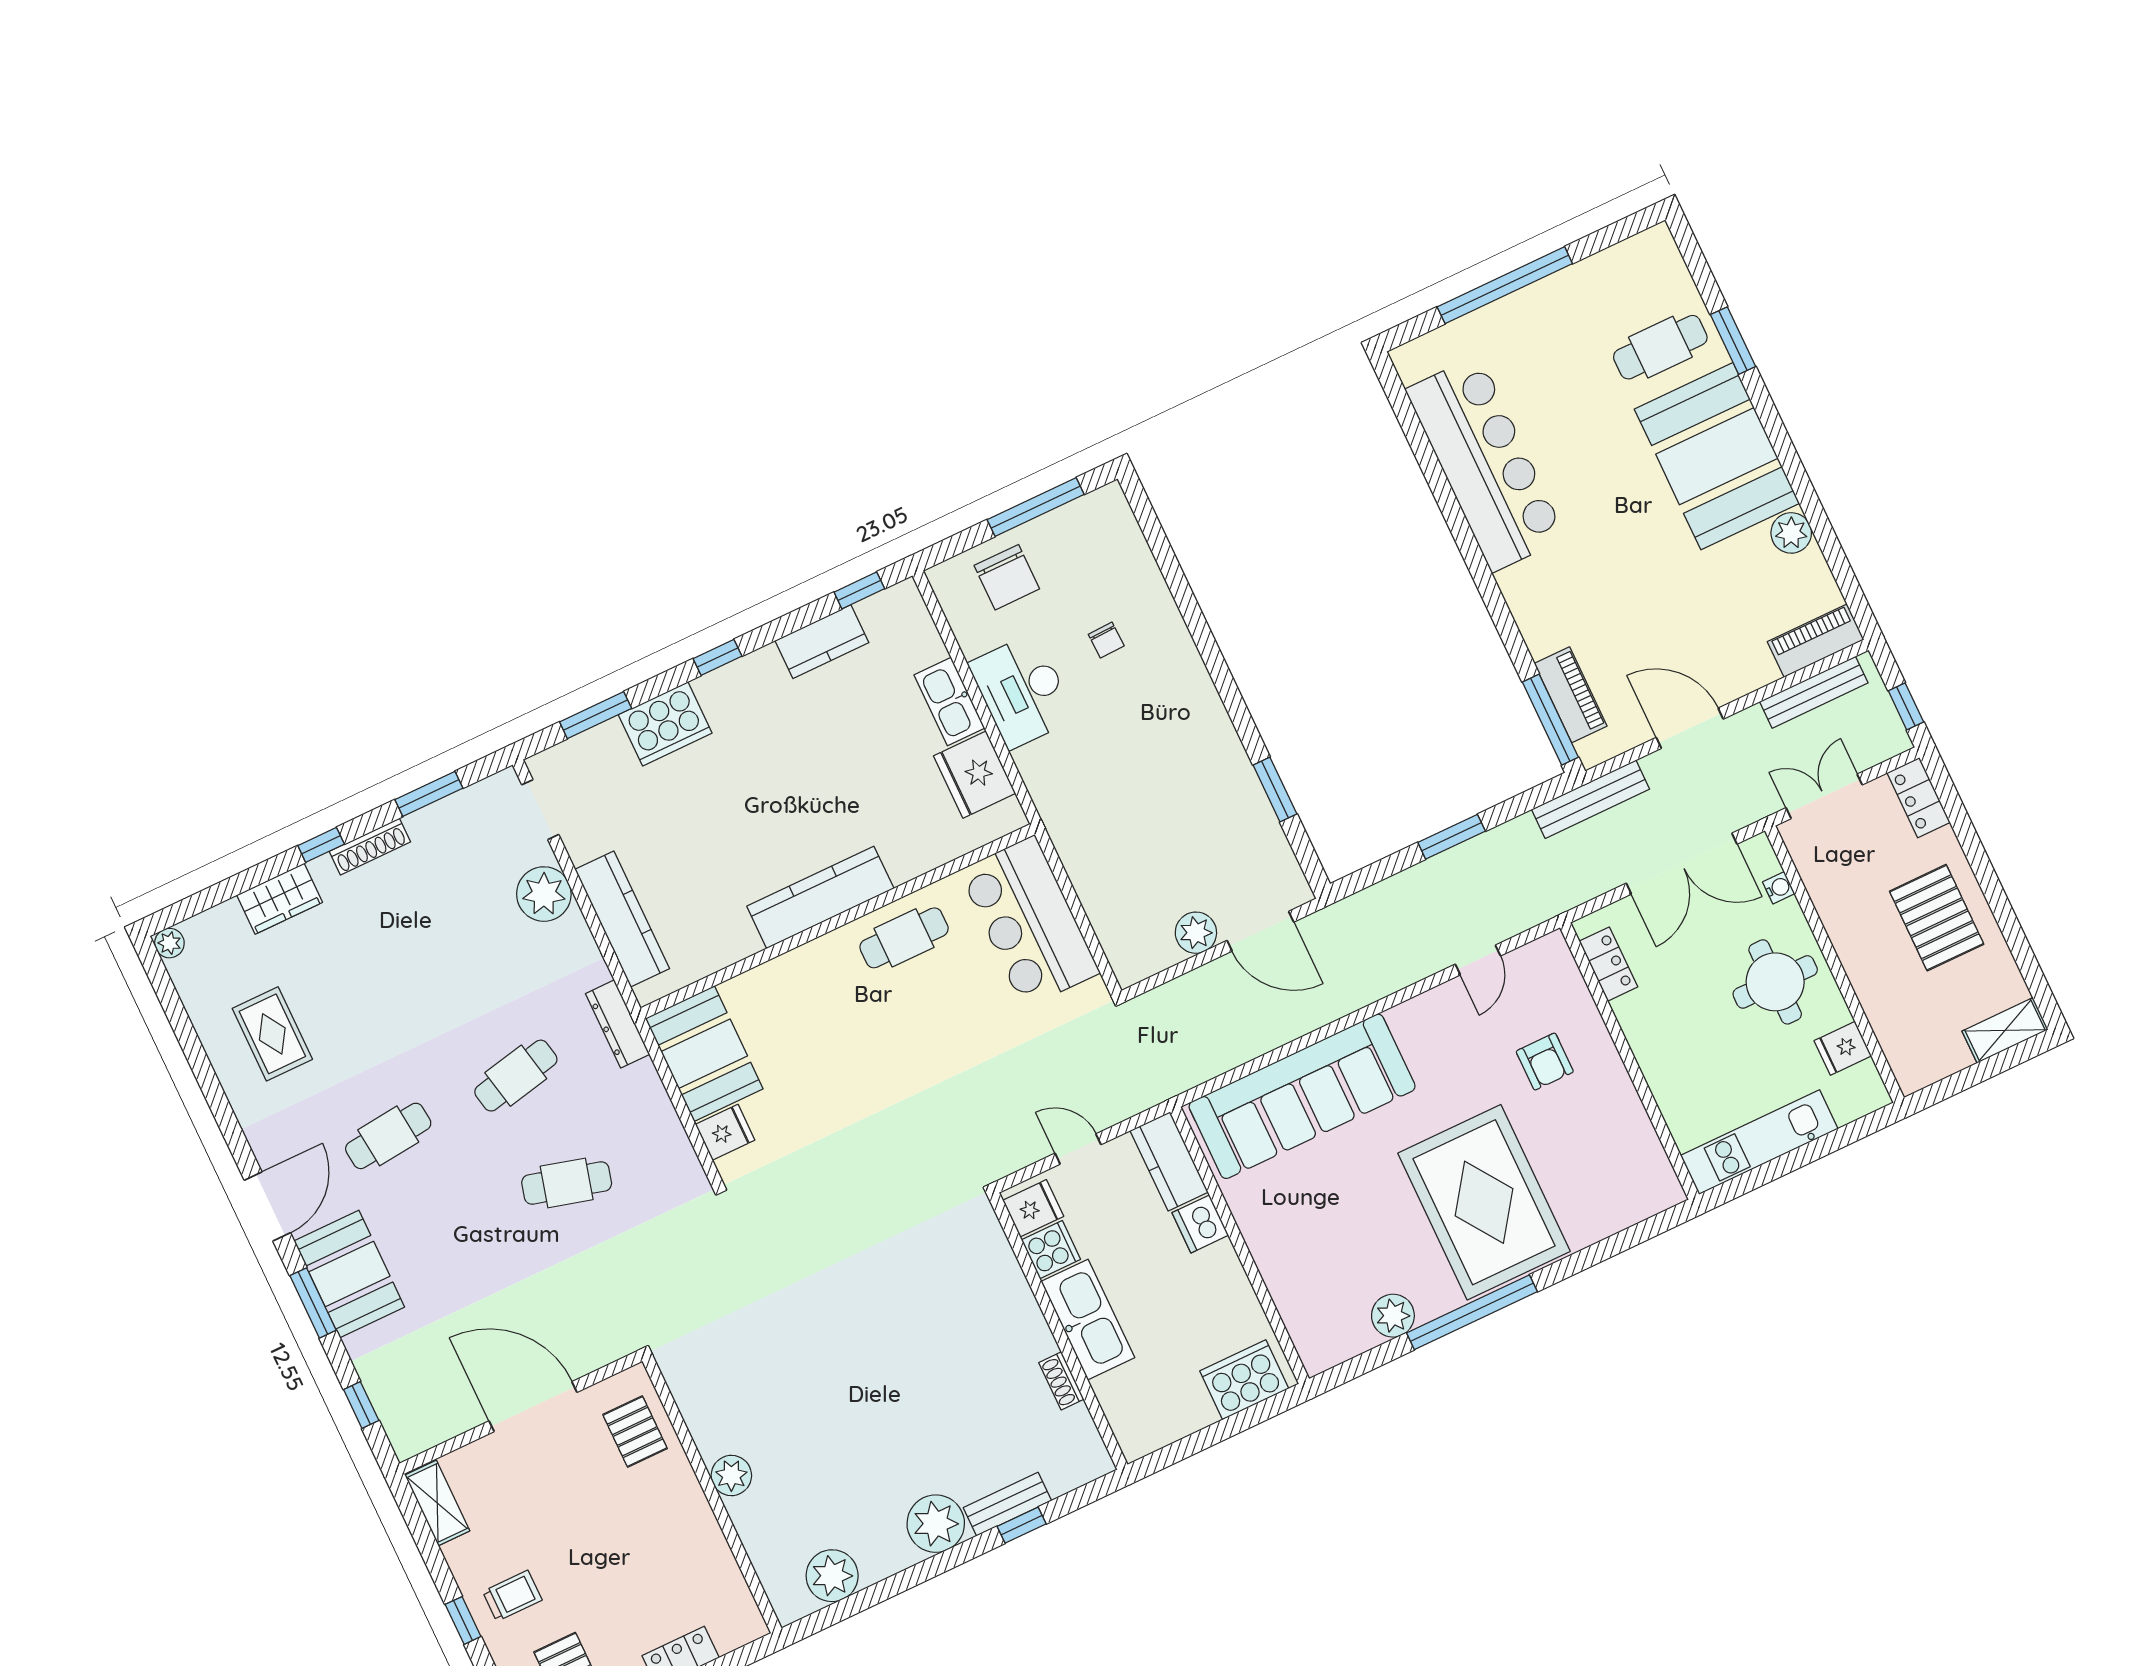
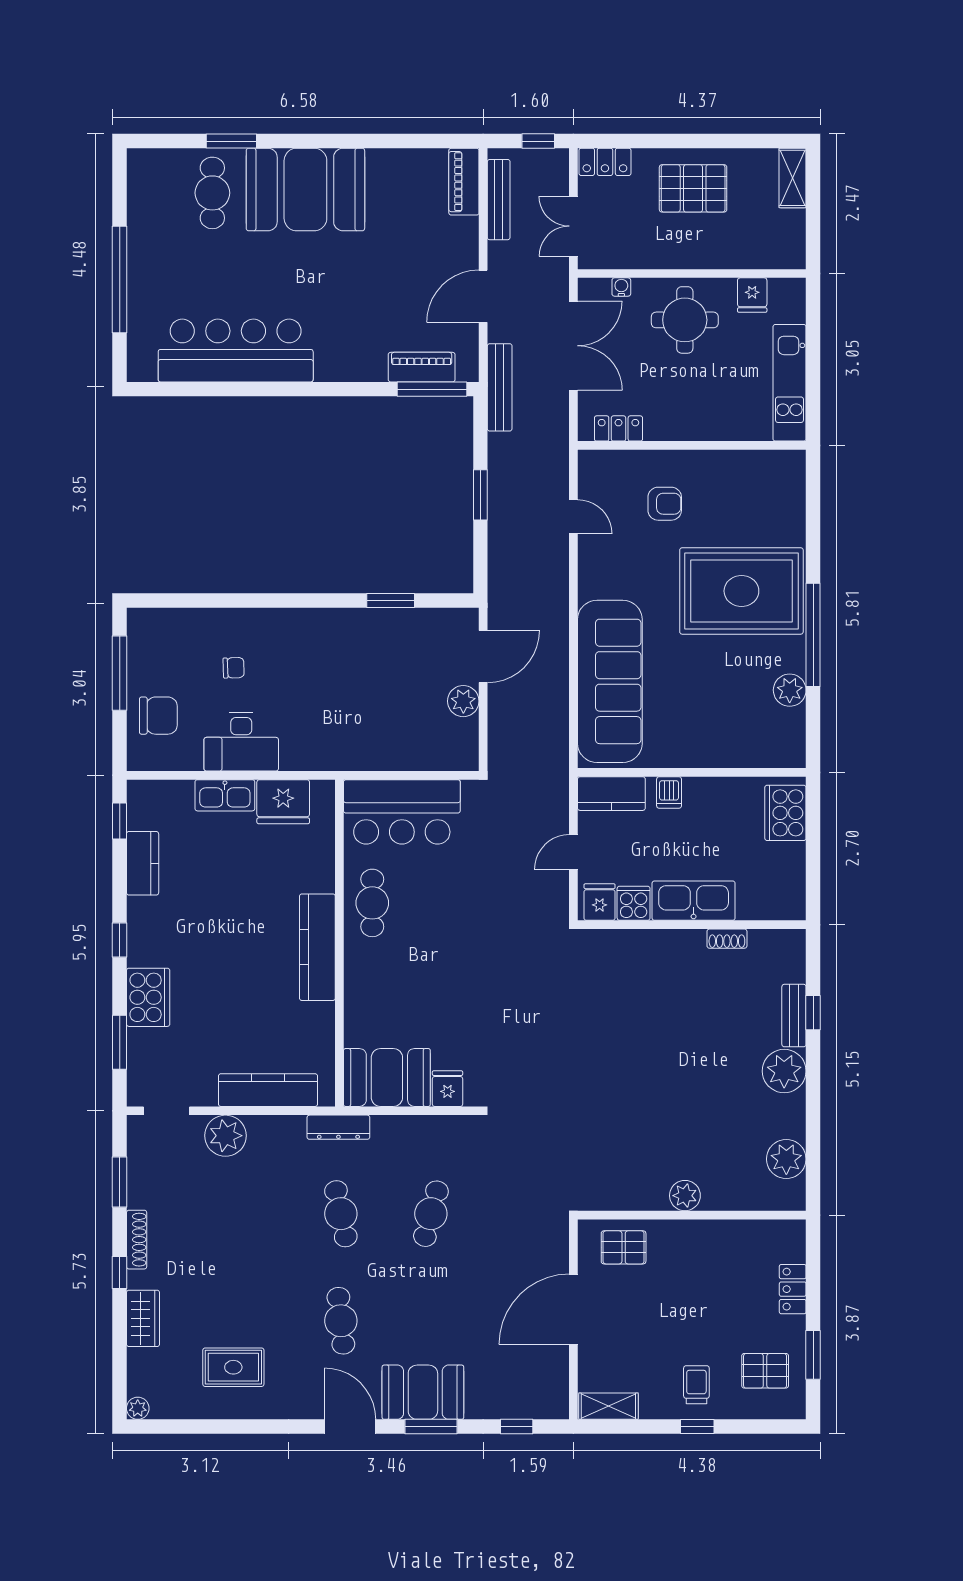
plant: (1791, 533) -> (382, 163), removed
dishwasher: (1200, 1224) -> (669, 793), width x0.73

